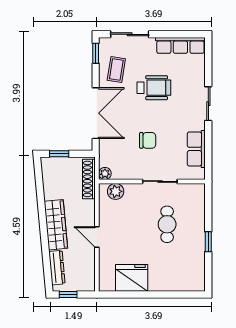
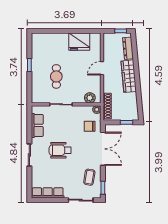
wheelchair: (154, 88) -> (60, 150), moved
double door: (96, 113) -> (103, 149), swing flipped
chair: (148, 140) -> (90, 126), moved
door: (97, 237) -> (102, 68), swing flipped

